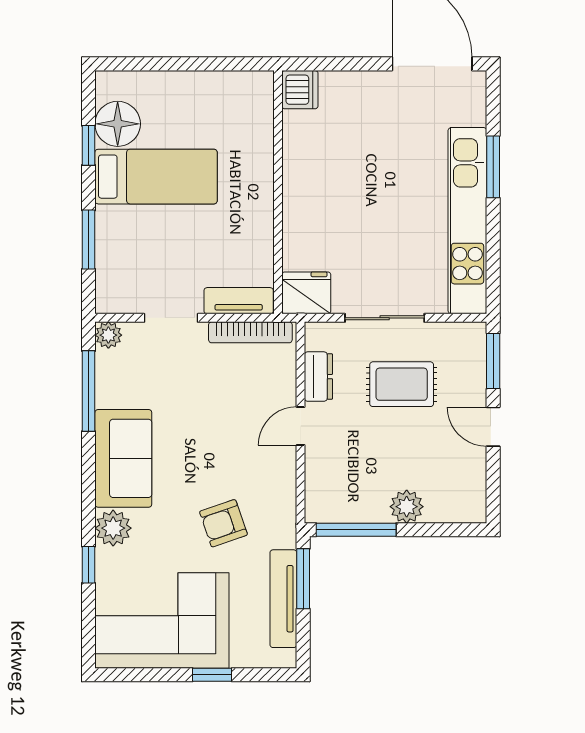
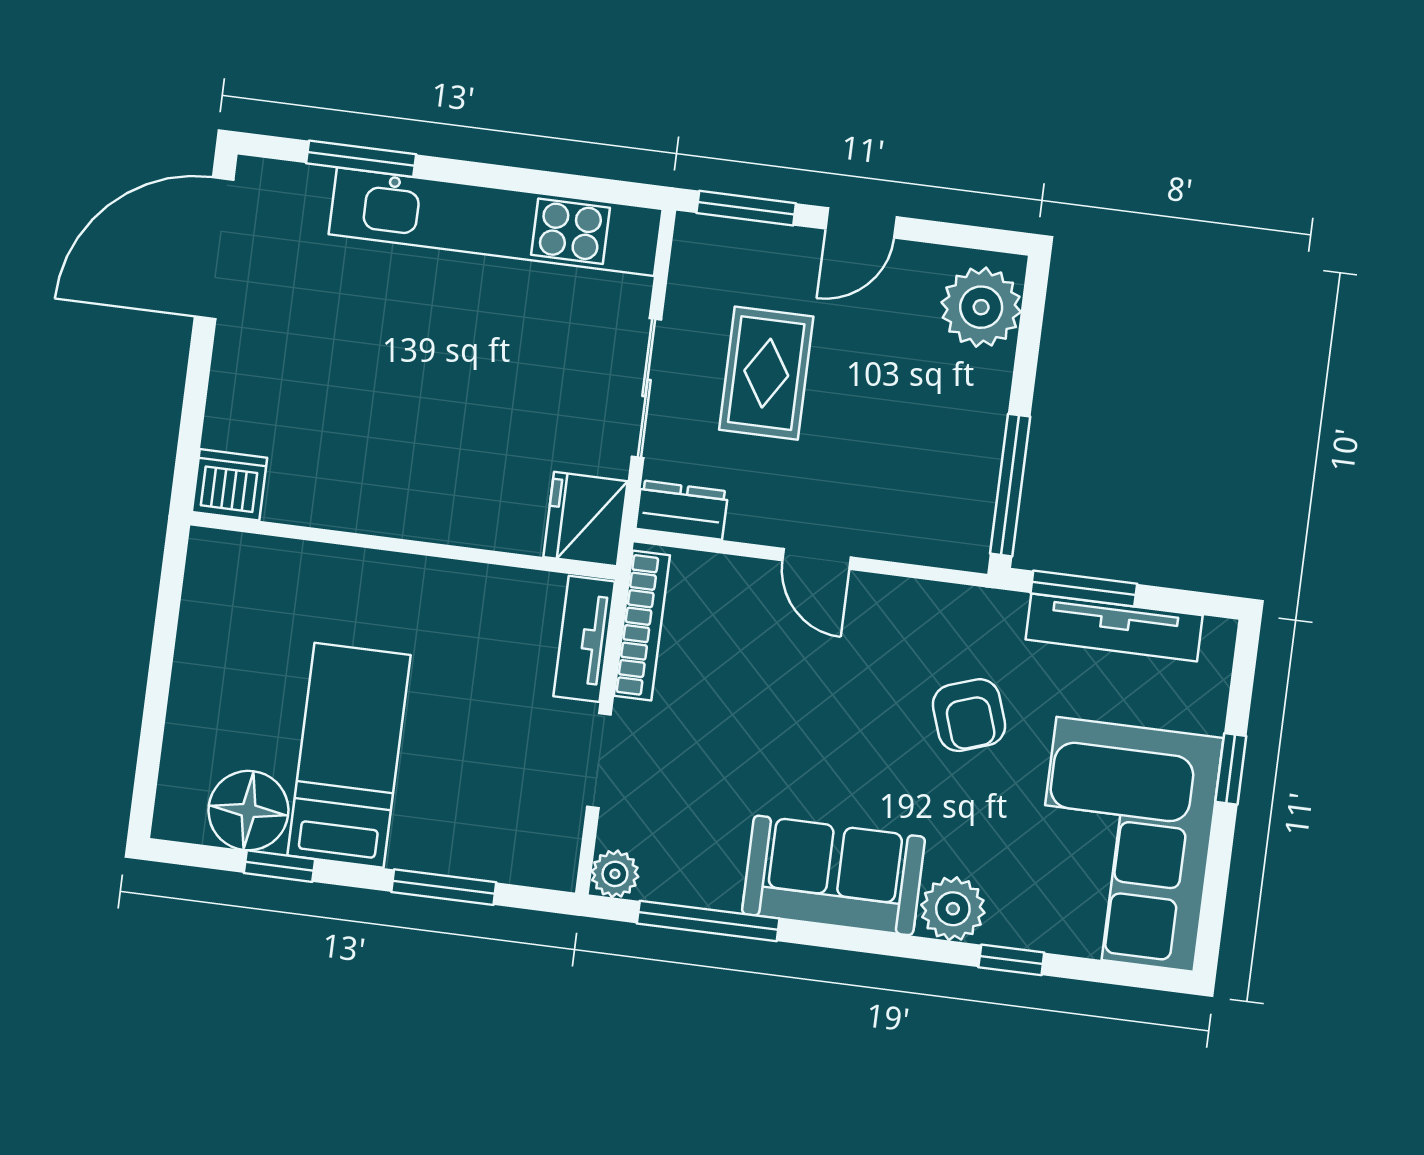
window: (493, 167) -> (361, 159), moved
dresser: (318, 377) -> (682, 510), moved
plant: (407, 507) -> (981, 307), moved, width x1.36, depth x1.36

